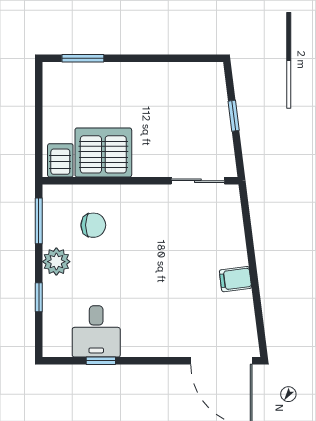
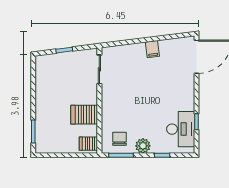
server rack: (103, 152) -> (84, 115), width x0.62
chair: (93, 225) -> (120, 139), moved
desk: (96, 331) -> (181, 129), width x1.37

